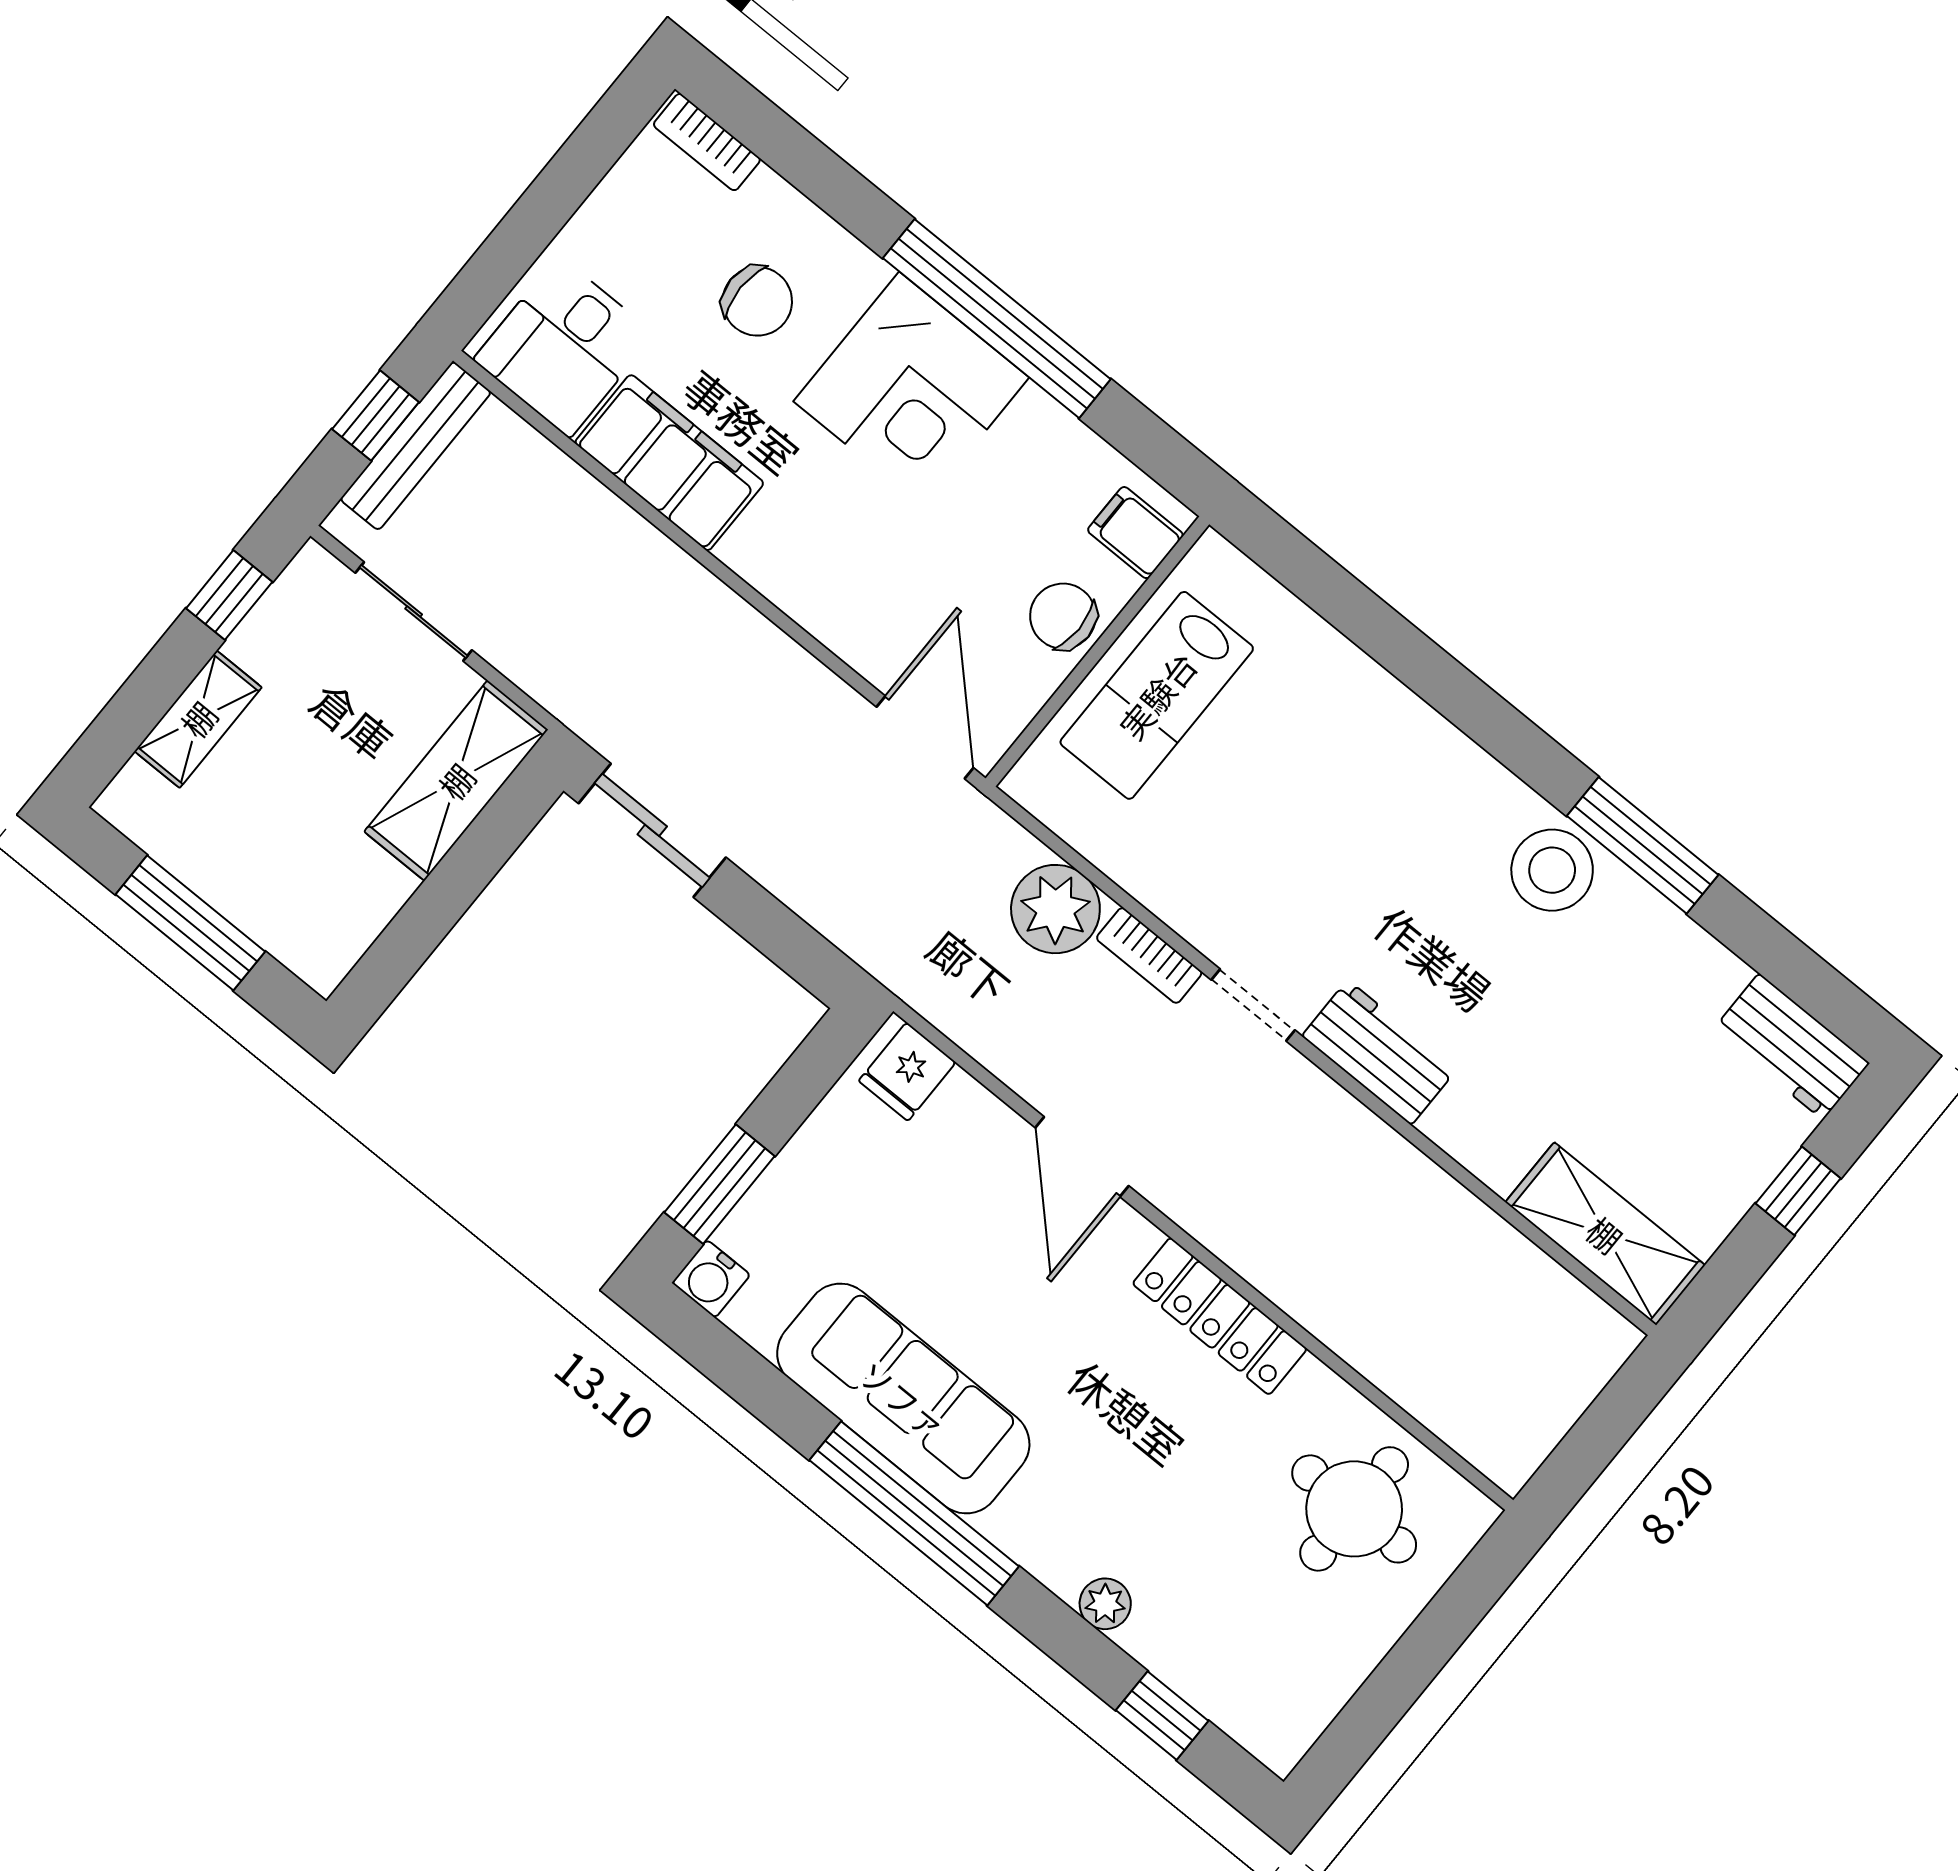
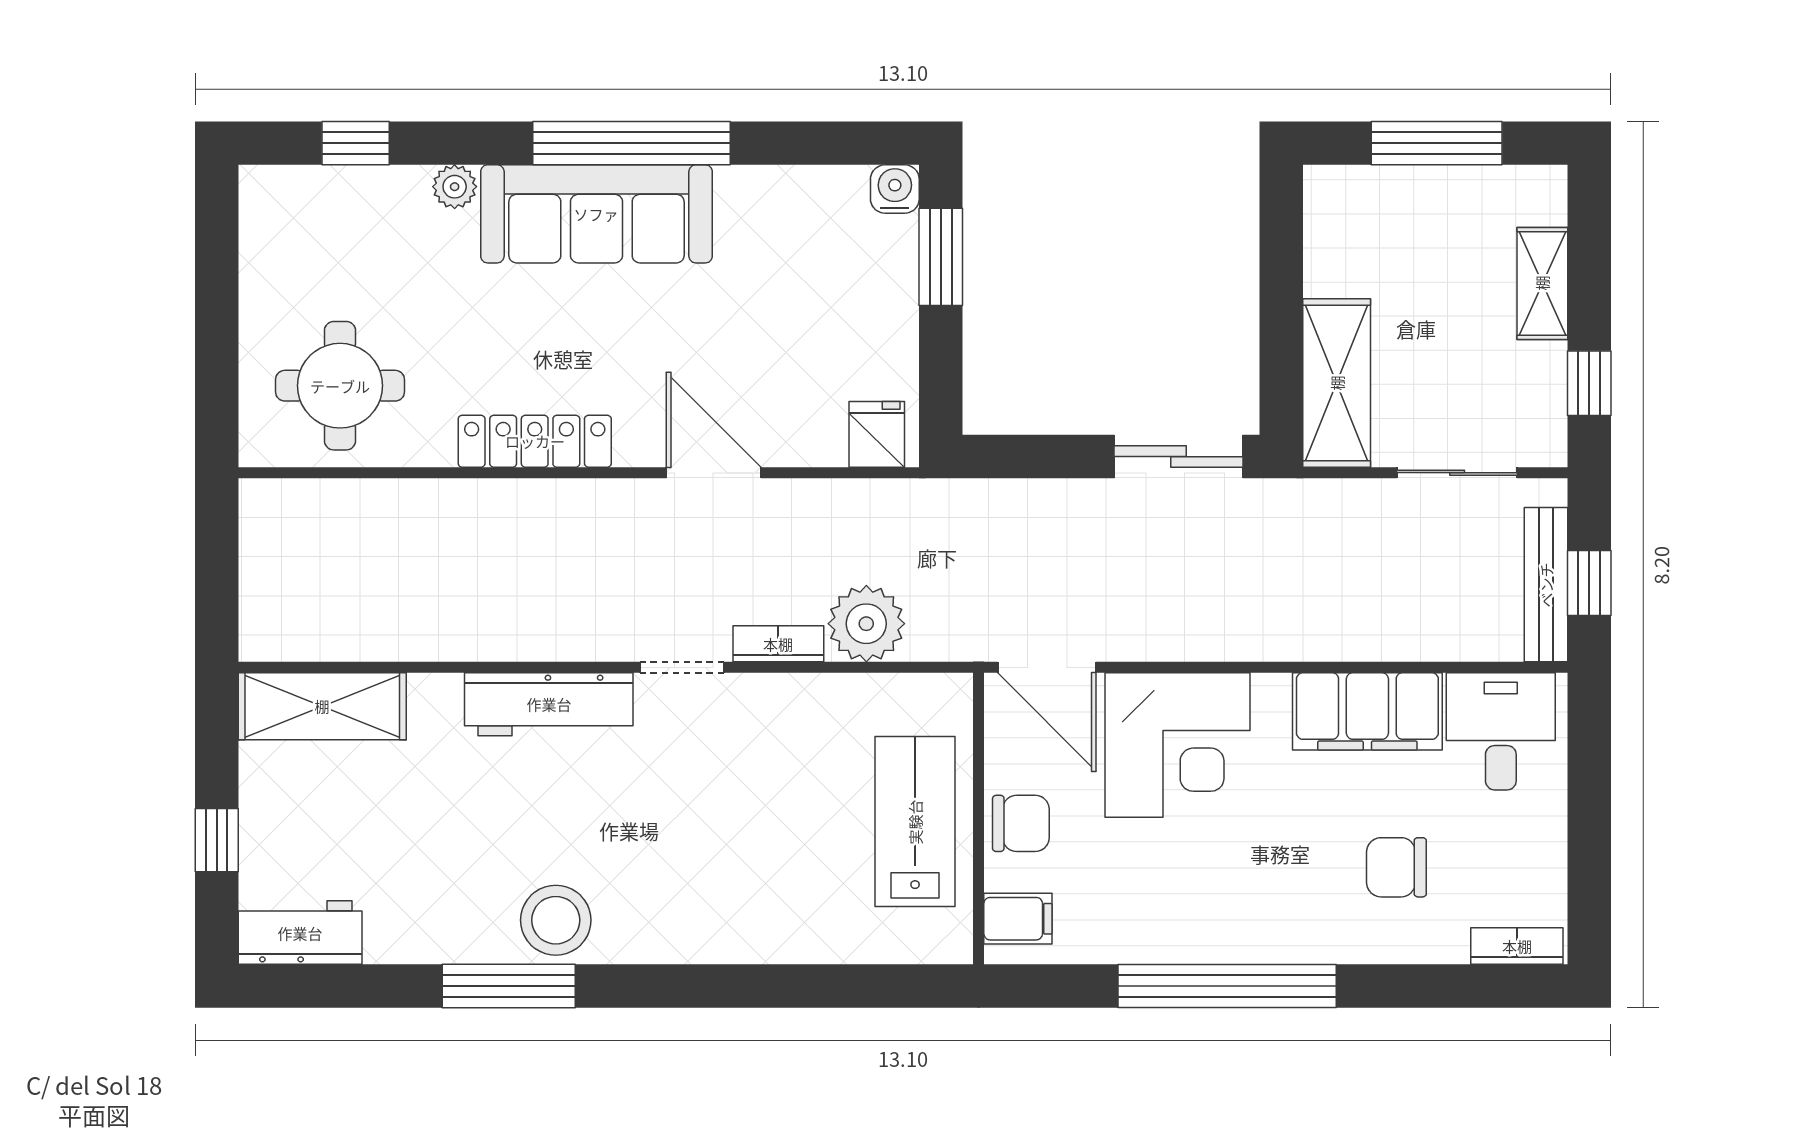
corner desk: (911, 389) -> (1177, 745), moved, turned 180
workbench: (1379, 1053) -> (549, 704), width x1.38
sofa: (903, 1399) -> (596, 214), moved

